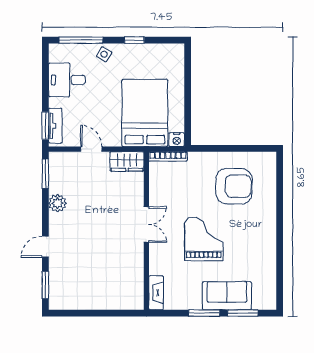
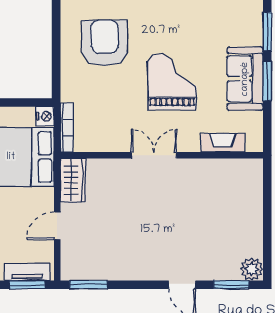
plant: (58, 203) -> (252, 269), moved
grand piano: (204, 239) -> (172, 82), turned 90
fireplace: (156, 293) -> (223, 143), moved
sofa: (227, 296) -> (245, 79), moved

